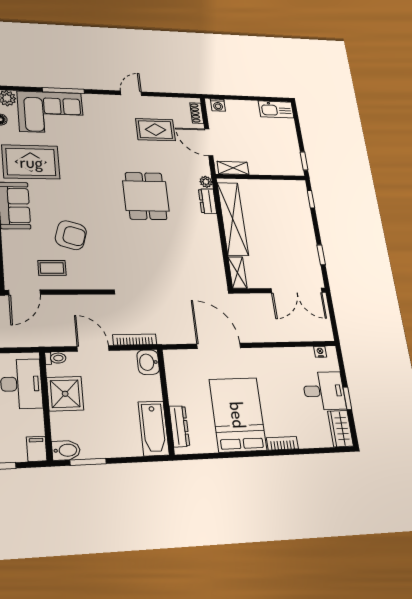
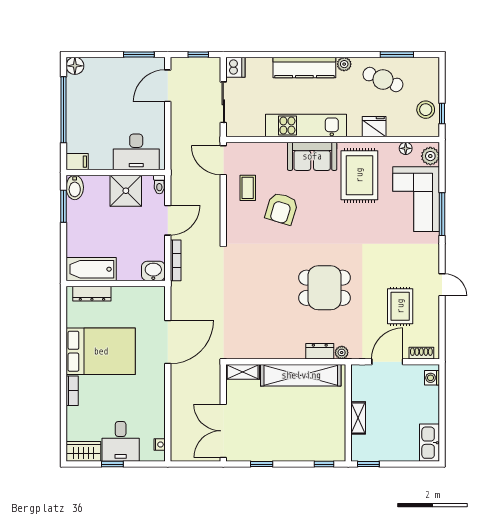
shelving: (233, 168) -> (358, 418), moved

